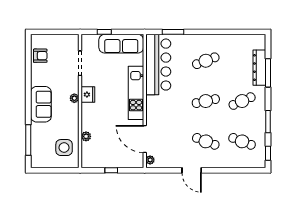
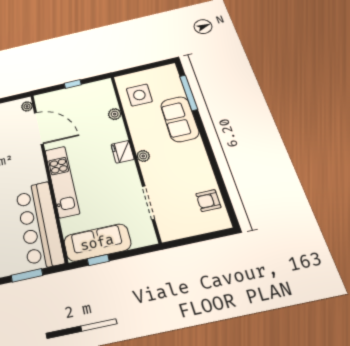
window: (104, 32) -> (98, 260), moved
fridge: (88, 95) -> (123, 152), moved
sofa: (41, 104) -> (180, 119), moved

